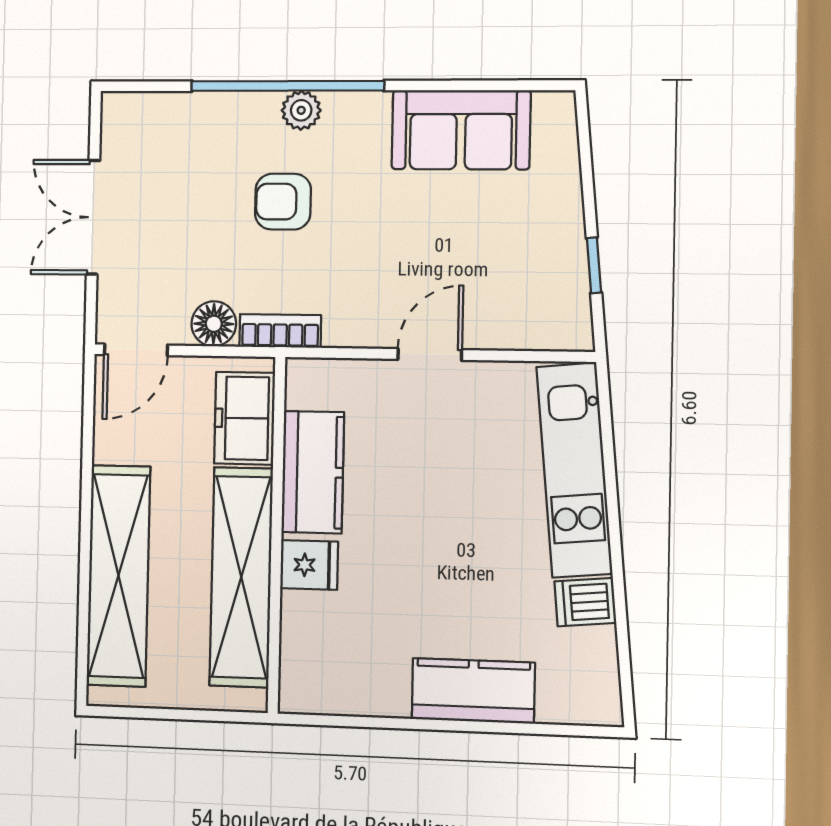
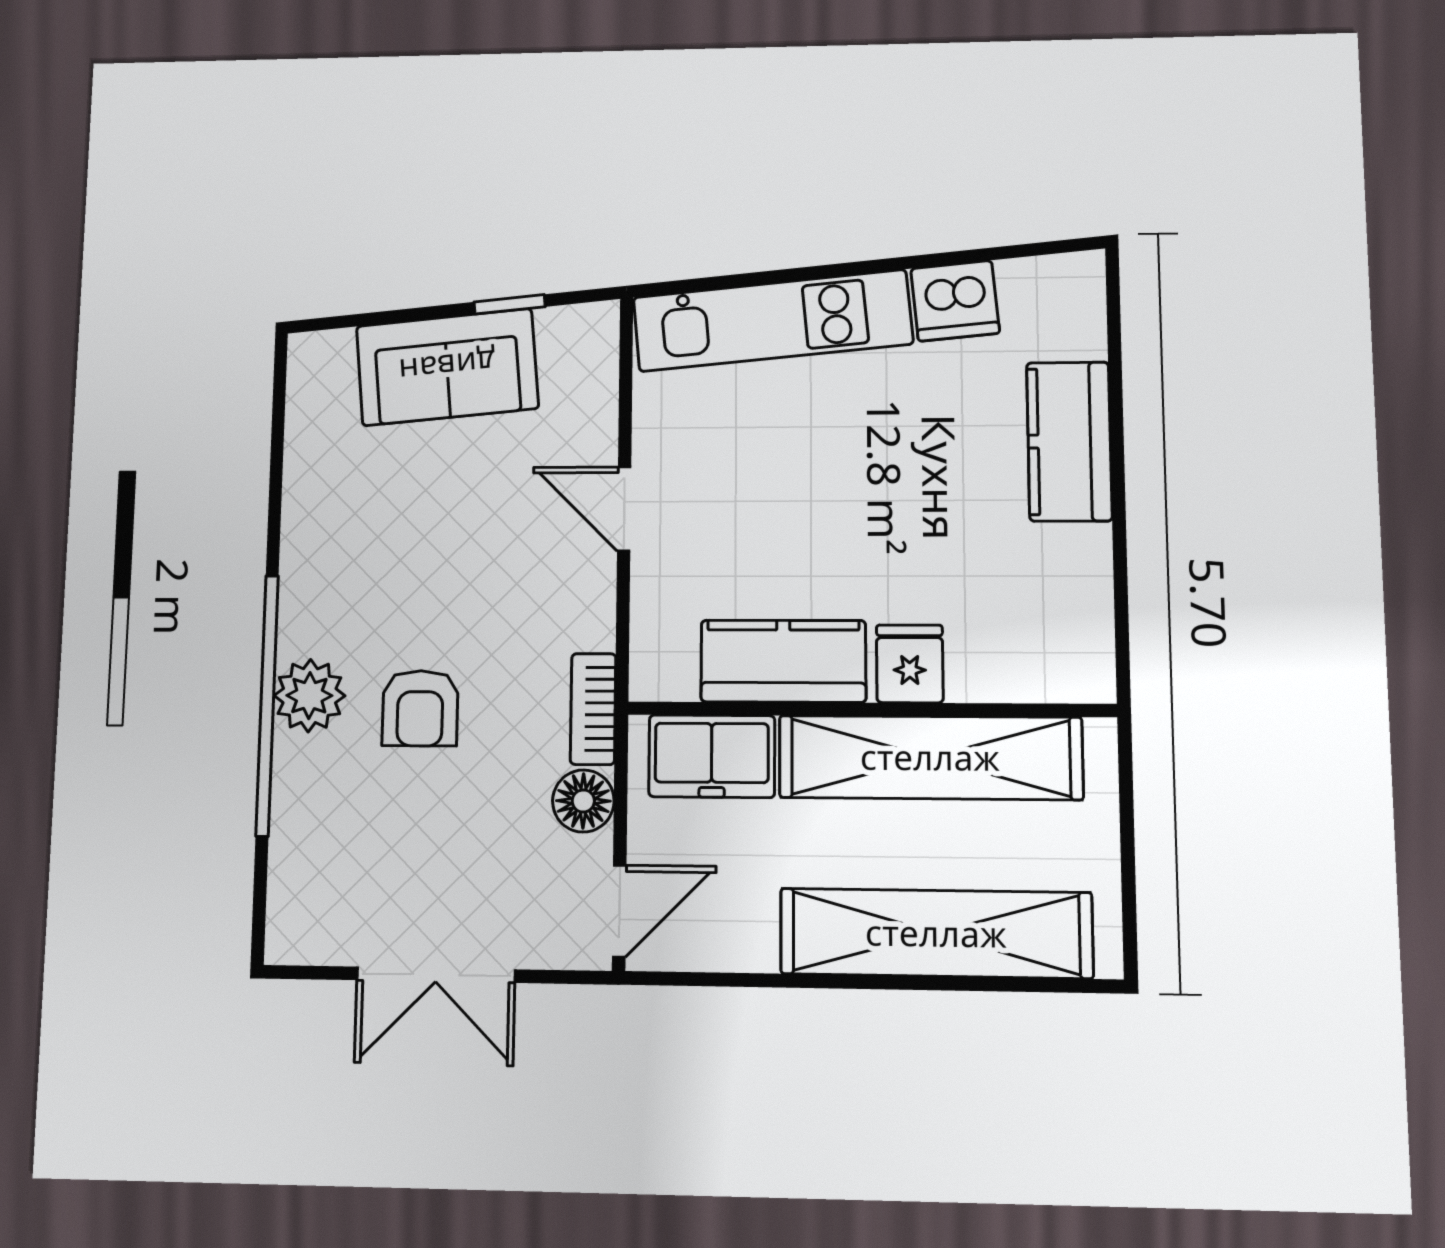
plant: (301, 110) -> (309, 696), width x1.38, depth x1.38
sofa: (461, 130) -> (447, 367), moved, turned 85
door: (136, 350) -> (619, 911), hinge flipped
dishwasher: (585, 602) -> (955, 301), width x1.38

